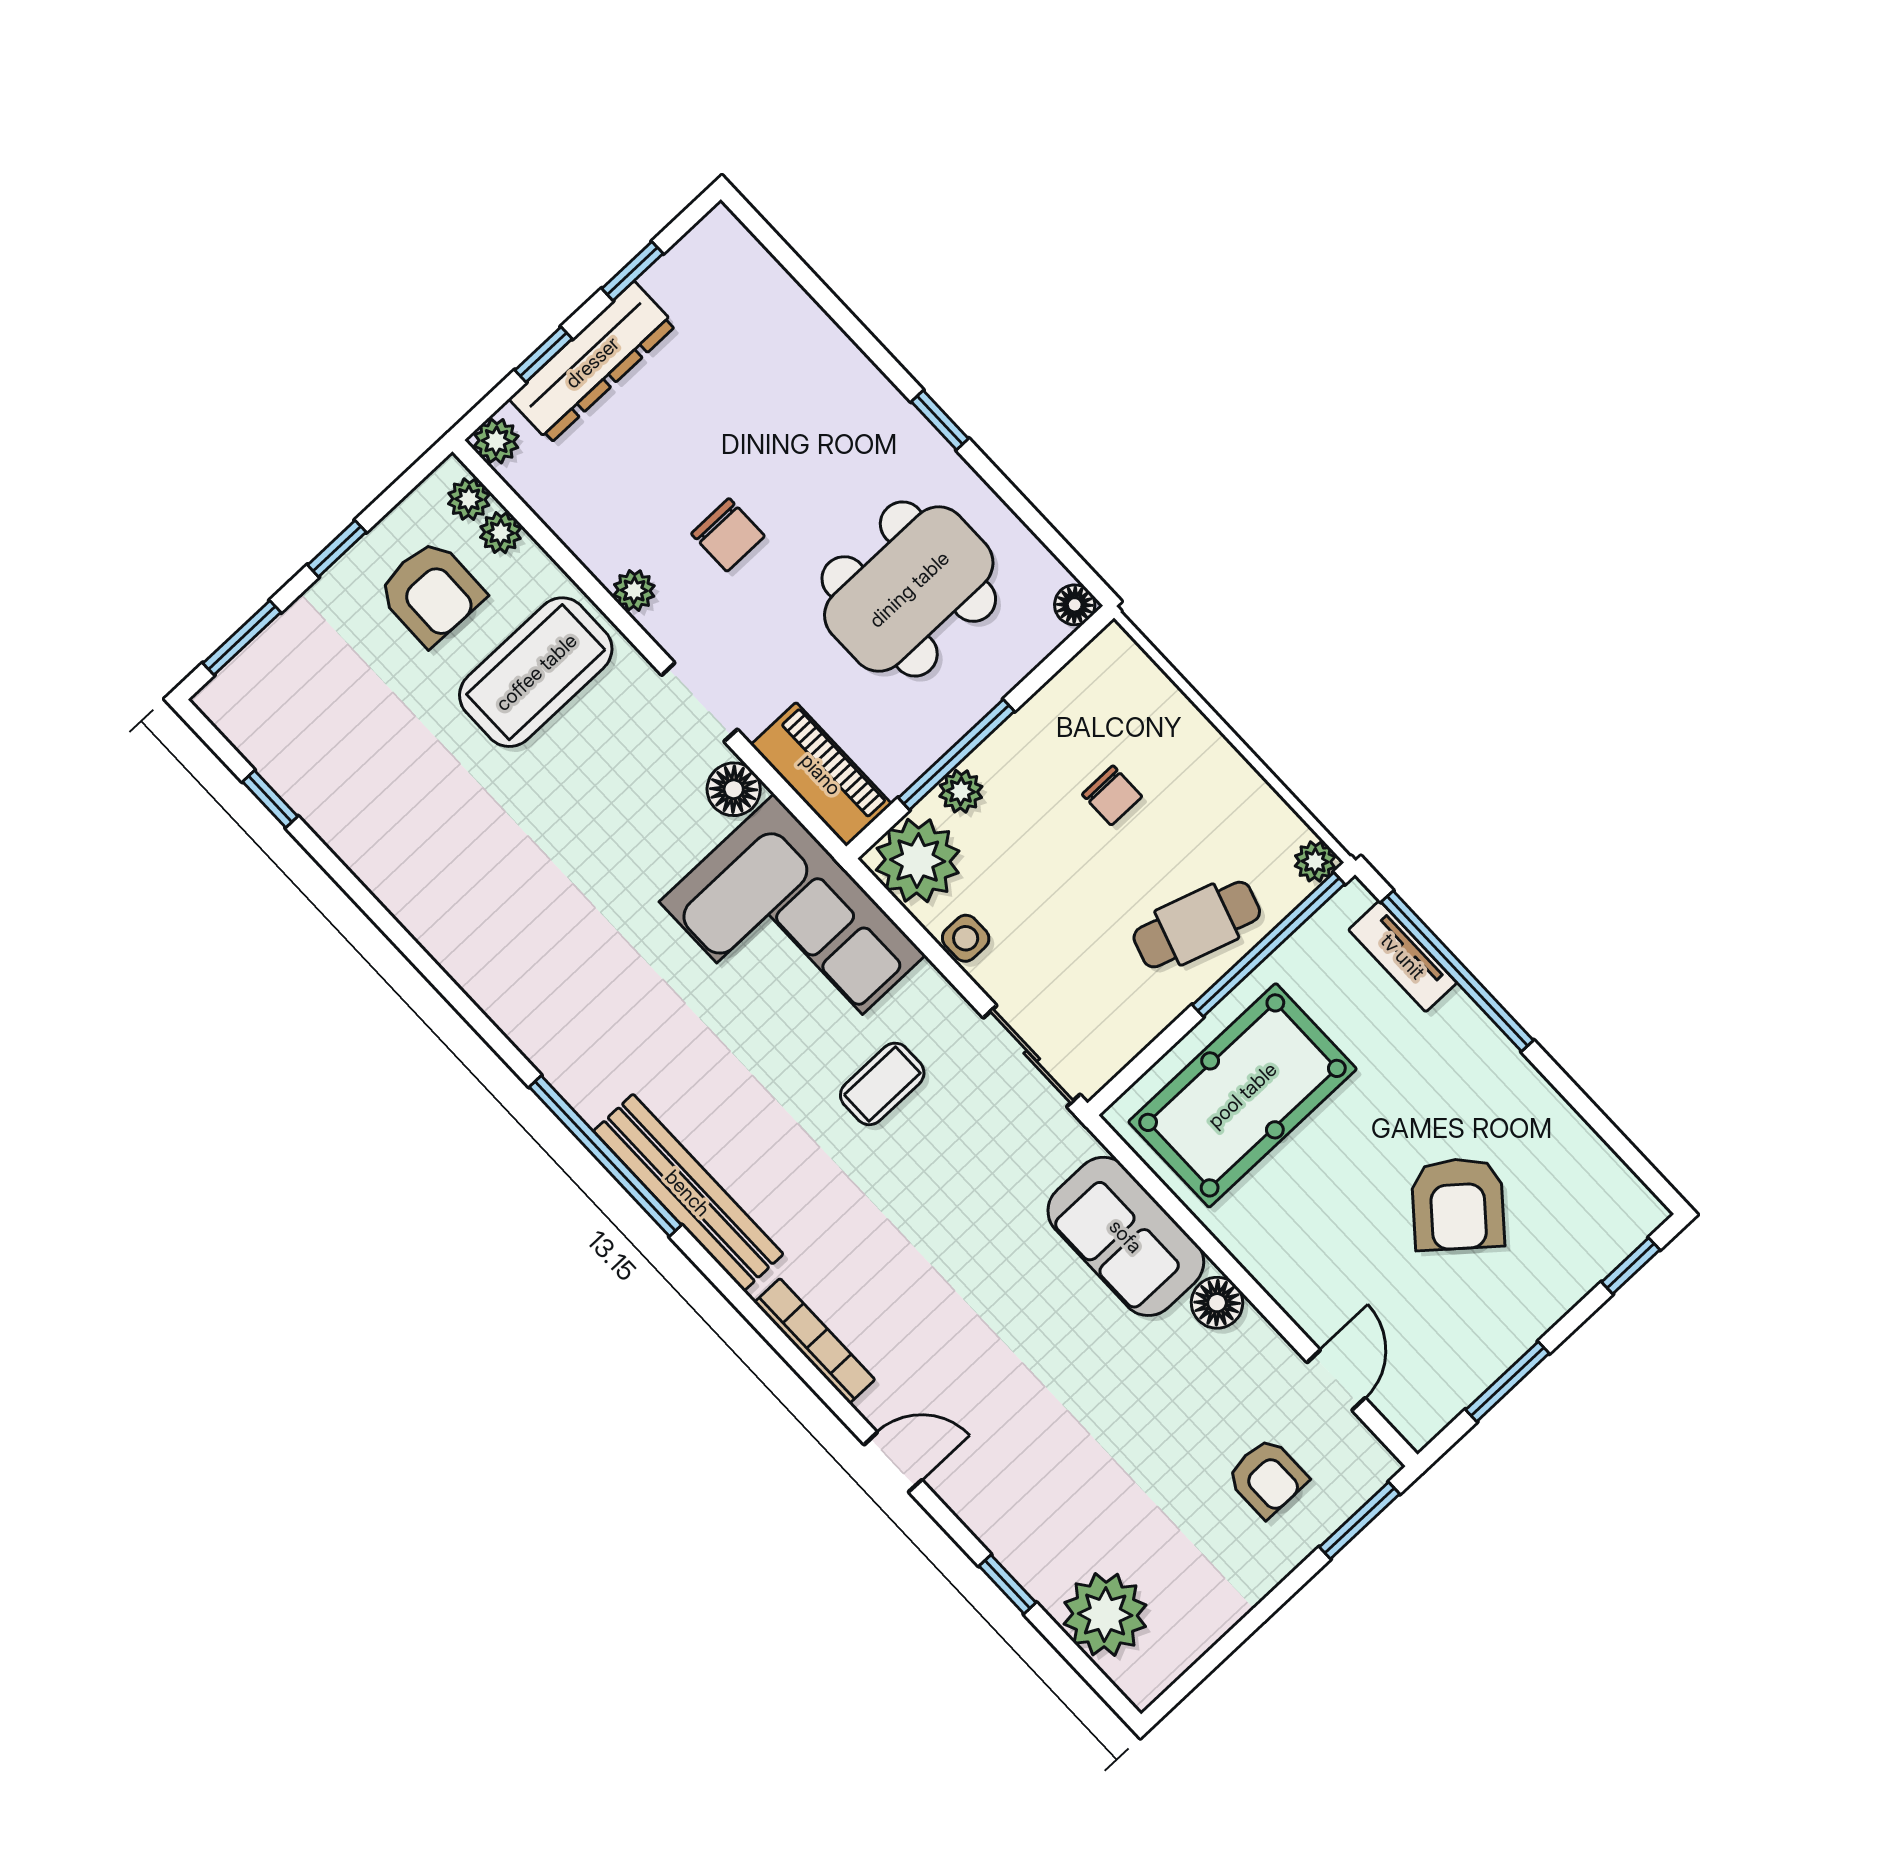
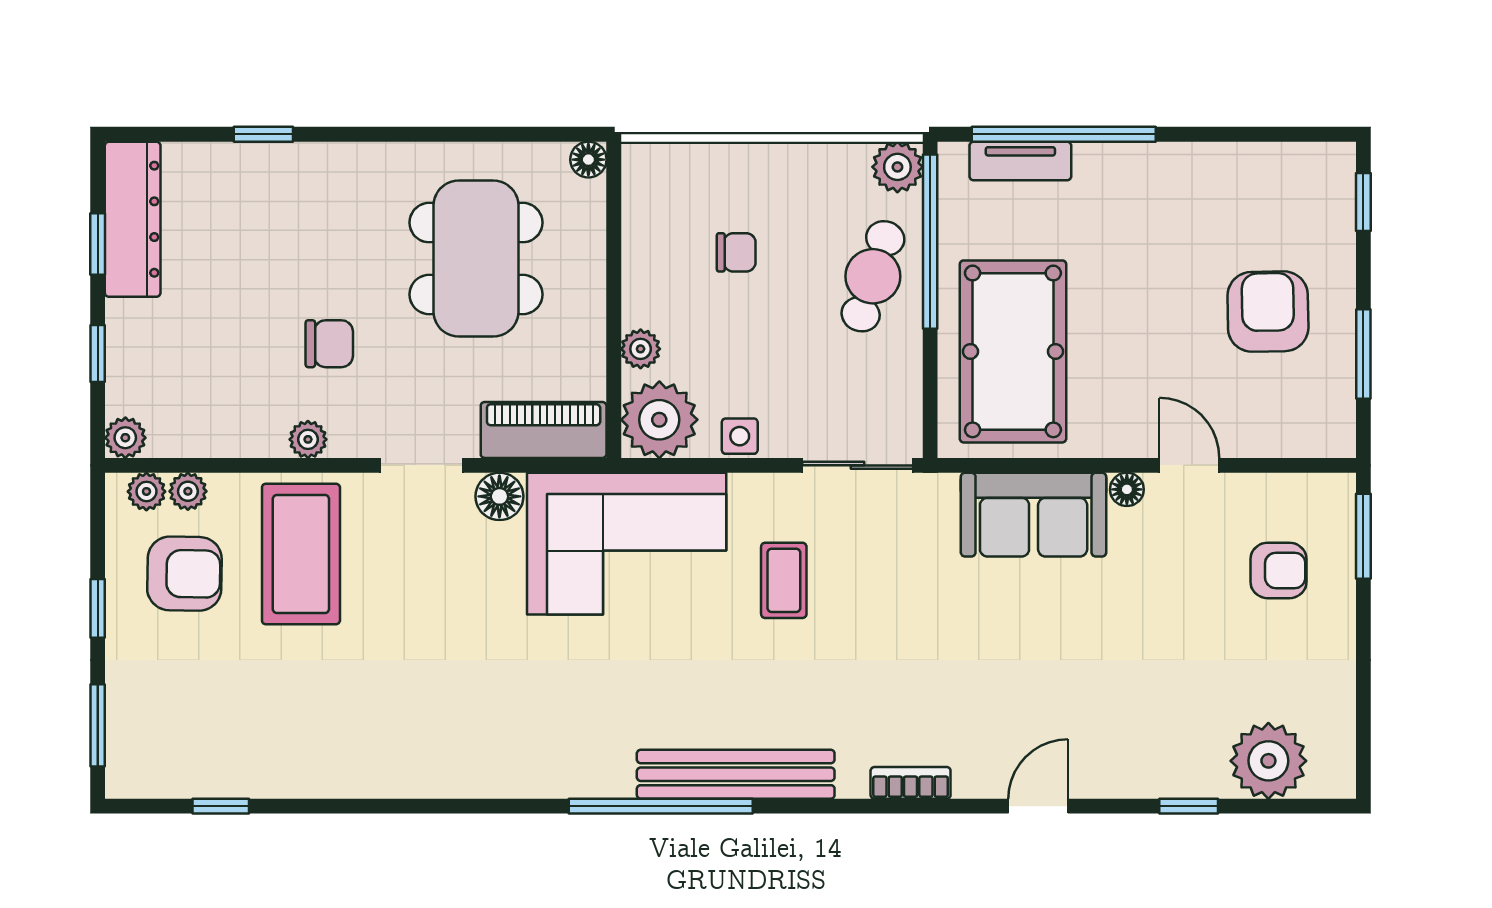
dresser: (592, 362) -> (133, 219), moved
window: (940, 420) -> (263, 134), moved
window: (956, 755) -> (614, 329), removed
plant: (1315, 861) -> (897, 167), width x1.38, depth x1.38
armchair: (1458, 1204) -> (1268, 312), moved, turned -131
floor lamp: (1217, 1303) -> (1127, 489), width x0.73, depth x0.73
bookcase: (815, 1341) -> (911, 783), width x0.64
door: (1336, 1380) -> (1189, 465), moved

